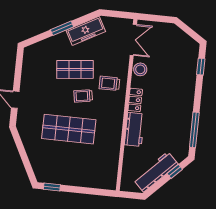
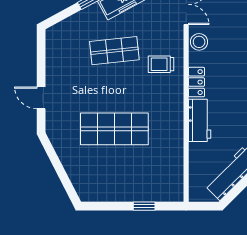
trolley: (83, 96) -> (129, 84), removed
window: (52, 187) -> (144, 206), moved

